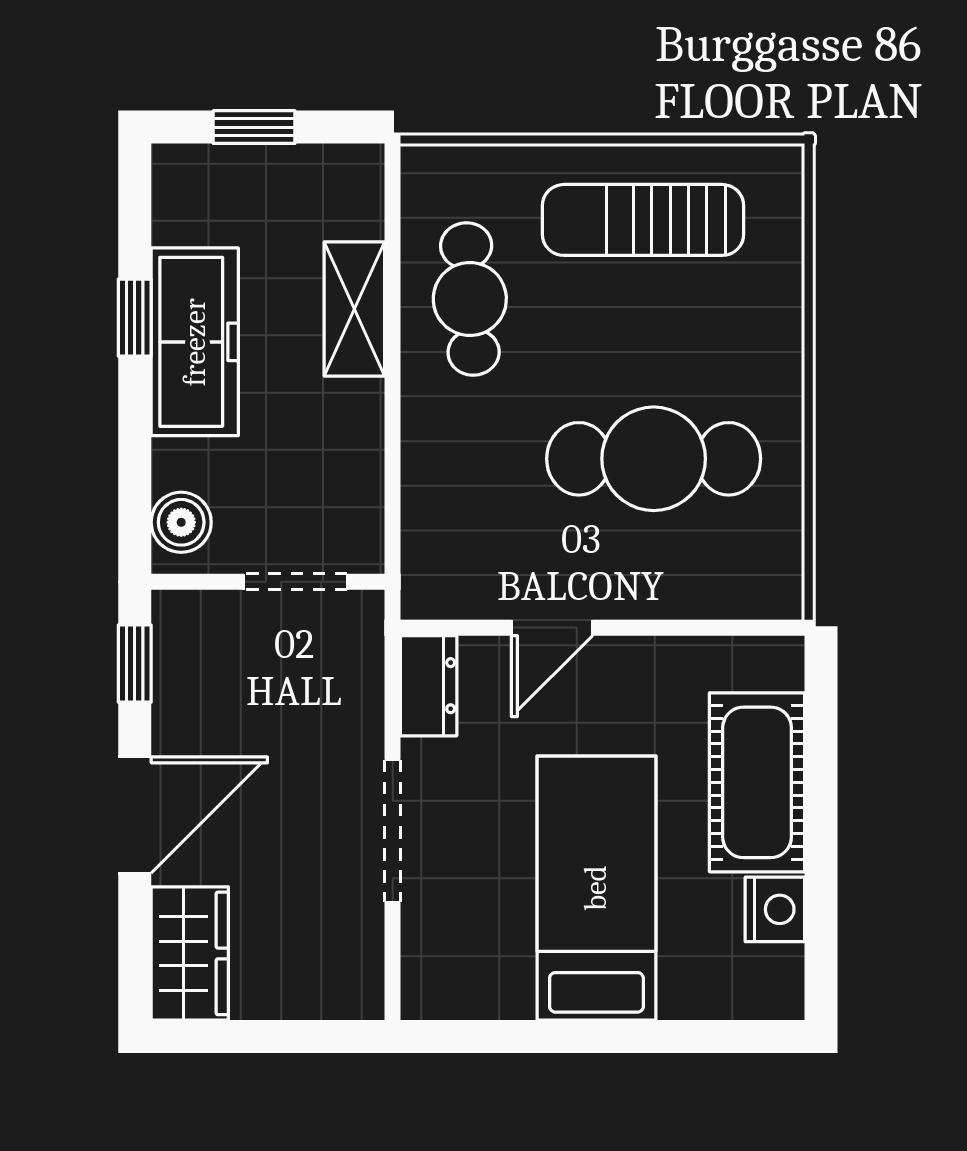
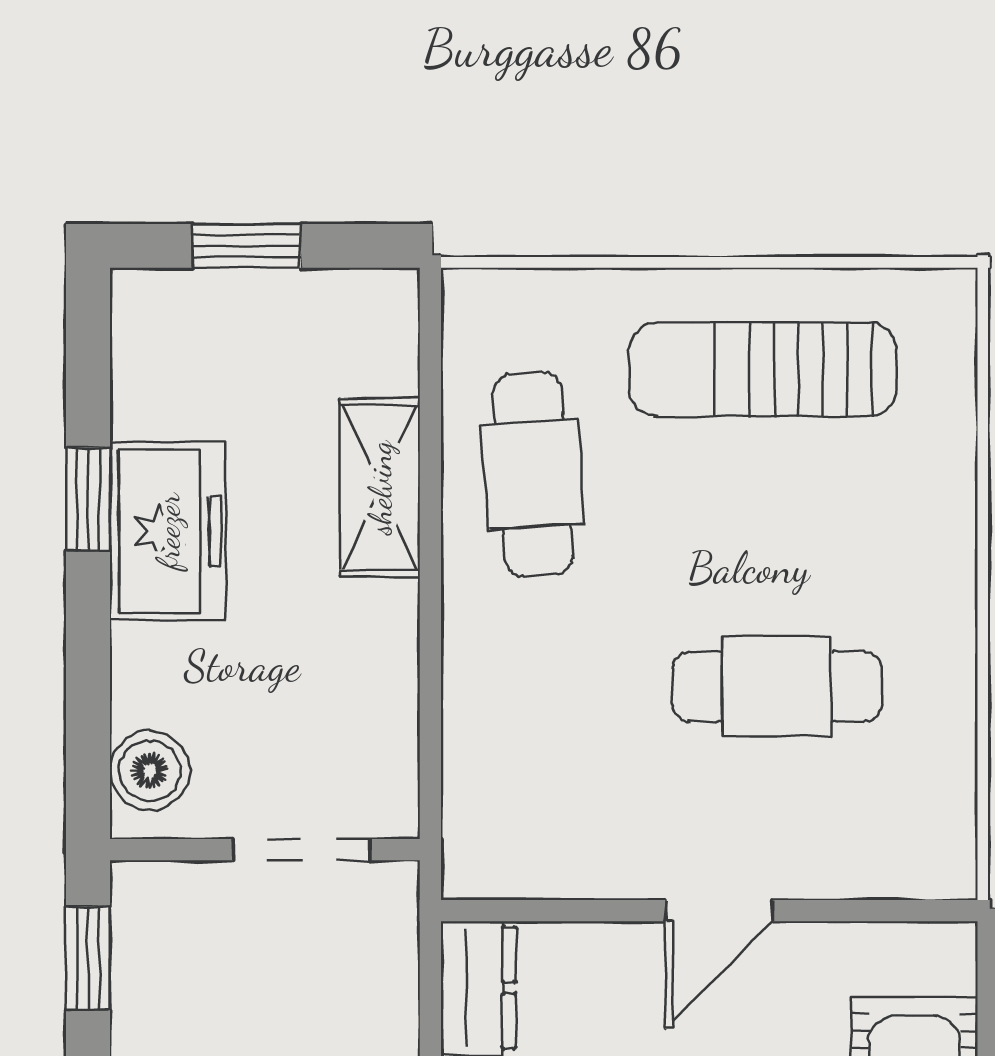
freezer: (195, 342) -> (168, 531), width x0.71
cafe table: (654, 459) -> (777, 686), width x0.73, depth x0.74
door: (552, 628) -> (719, 911), moved

